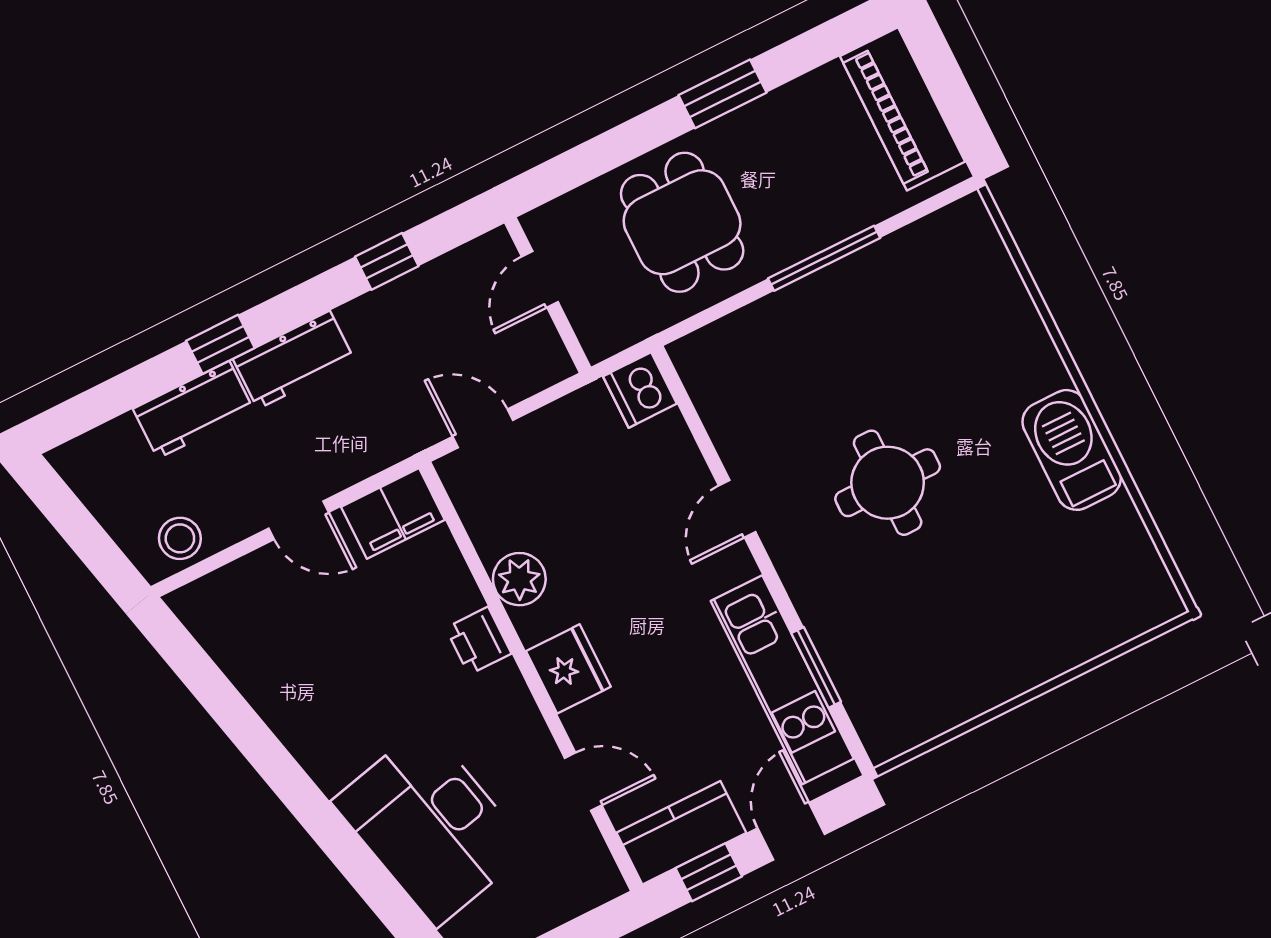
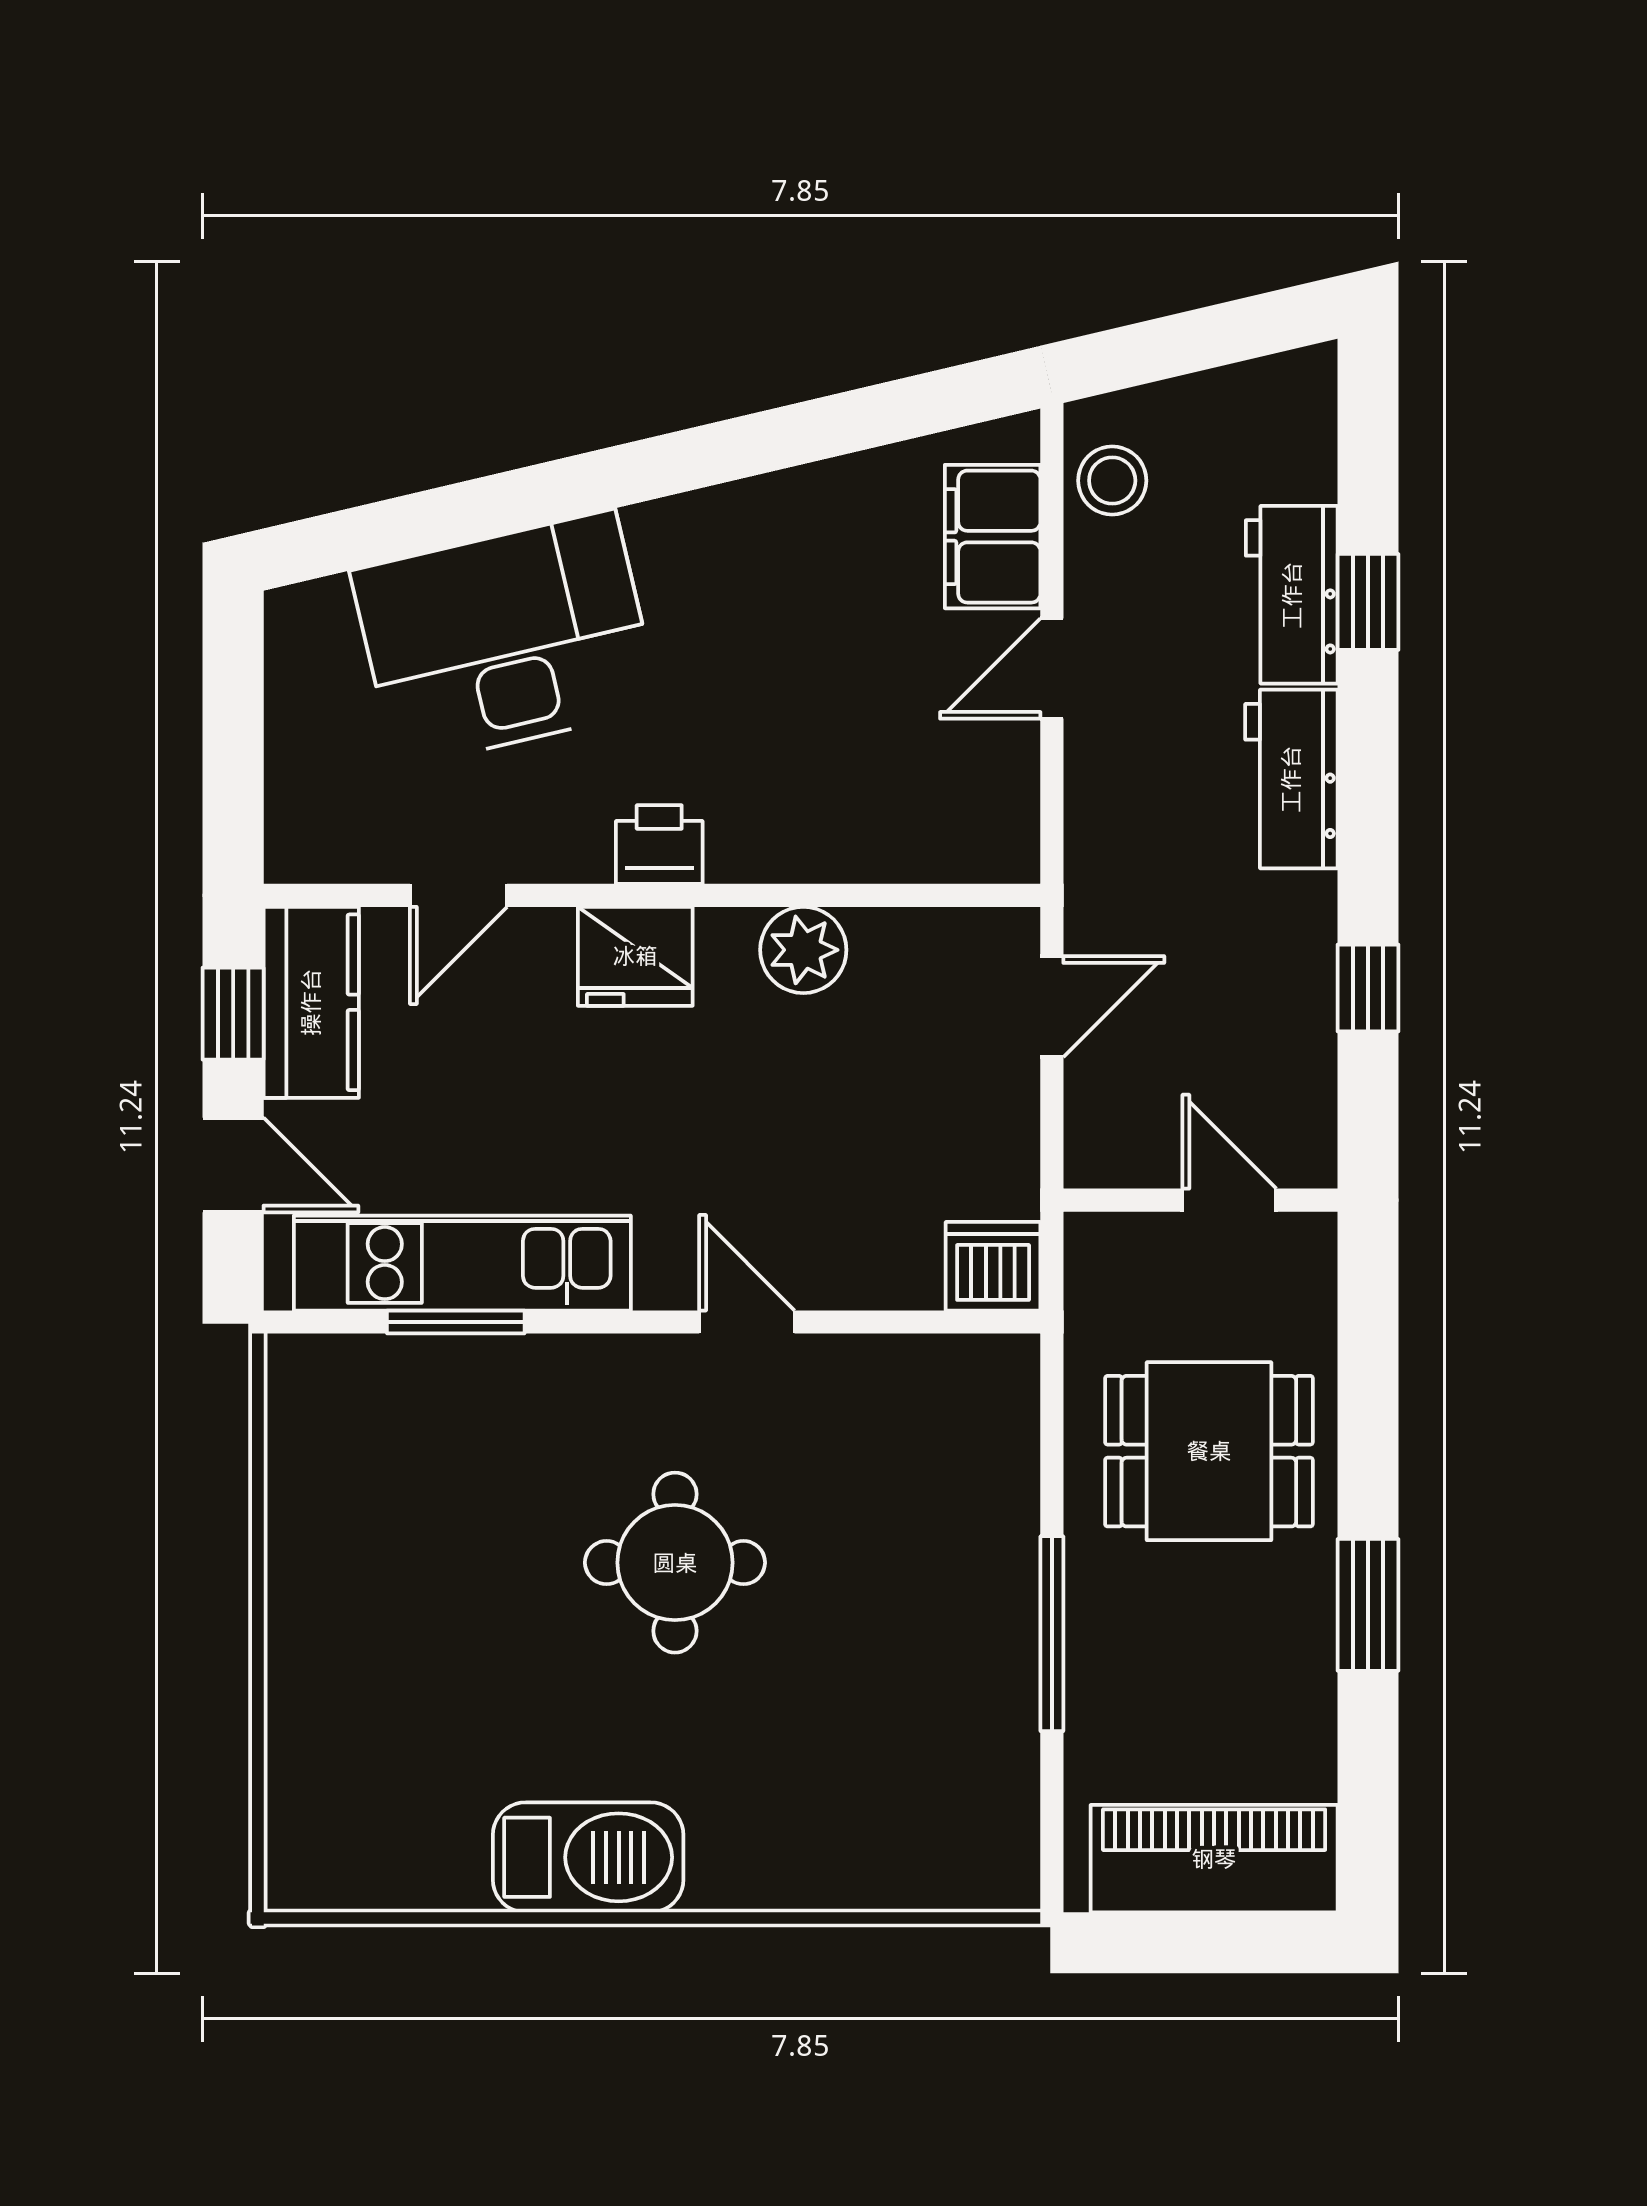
window: (220, 344) -> (1368, 602), moved
filing cabinet: (393, 513) -> (993, 537), moved
printer: (478, 641) -> (659, 845), moved

